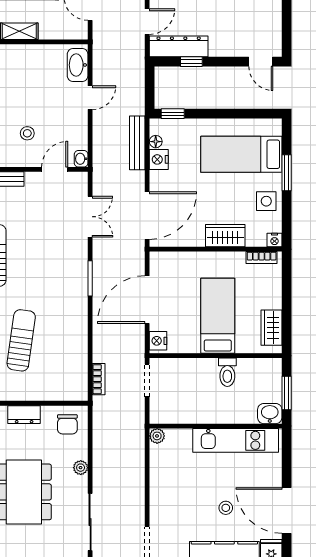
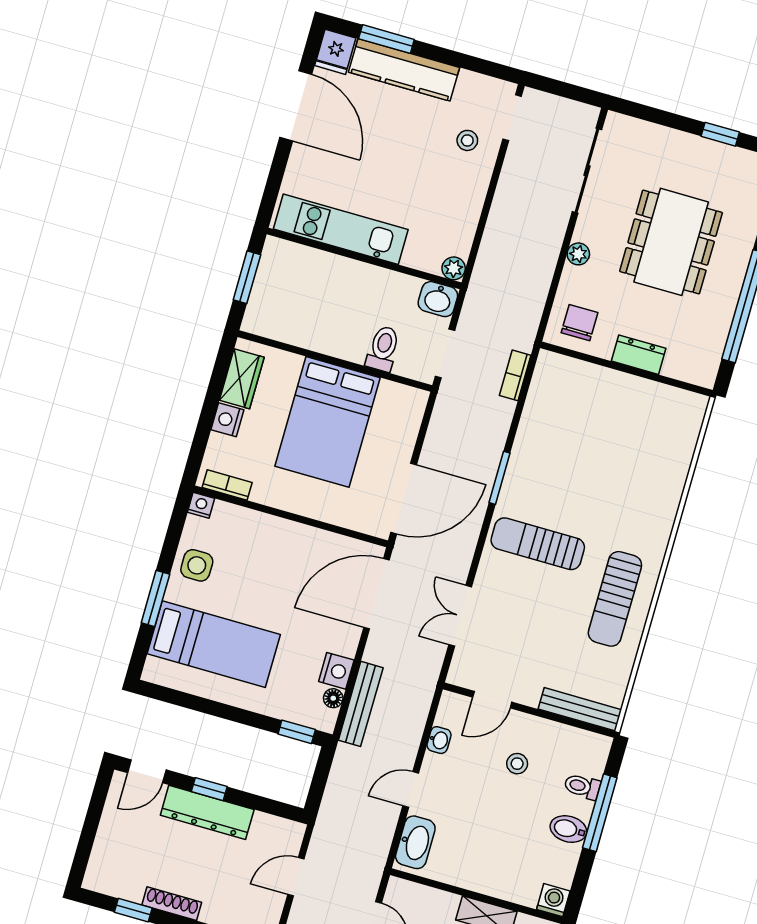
dresser: (179, 46) -> (207, 812), moved
window: (191, 62) -> (209, 789), moved
door: (261, 62) -> (147, 771), swing flipped
washbasin: (81, 159) -> (439, 740), moved
wardrobe: (225, 236) -> (271, 532), removed
window: (90, 278) -> (499, 478), moved
door: (147, 300) -> (404, 499), moved
bed: (218, 316) -> (328, 422), width x1.50
sun lounger: (21, 340) -> (538, 544), moved, turned 82
nightstand: (158, 341) -> (227, 420), moved, turned 180
toilet: (227, 372) -> (383, 349), moved
washbasin: (270, 414) -> (438, 299), moved
stool: (226, 508) -> (467, 140), moved

